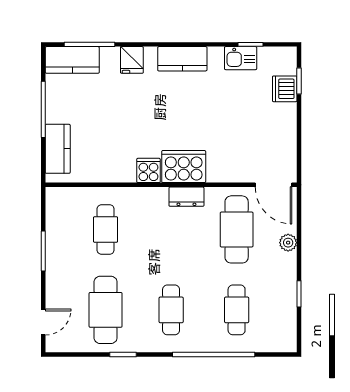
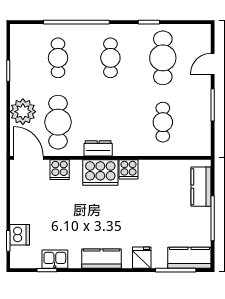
cooker: (235, 170) -> (60, 170), added
plant: (288, 243) -> (23, 112), width x1.88, depth x1.88
door: (43, 322) -> (213, 64), moved

